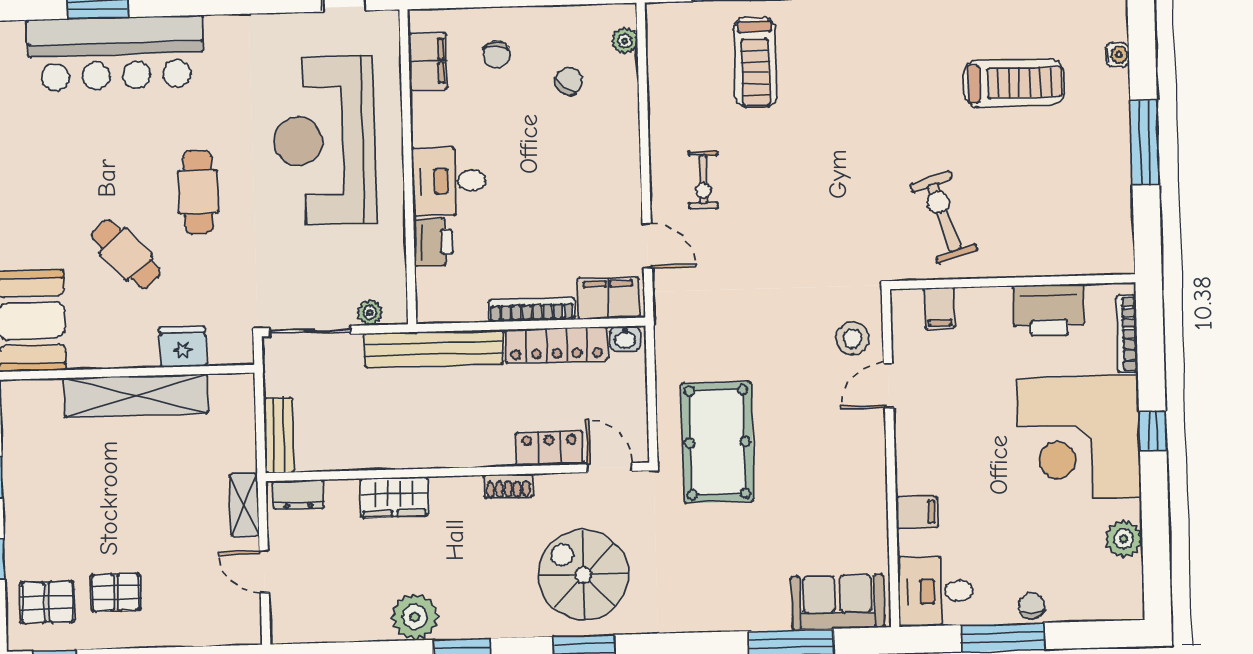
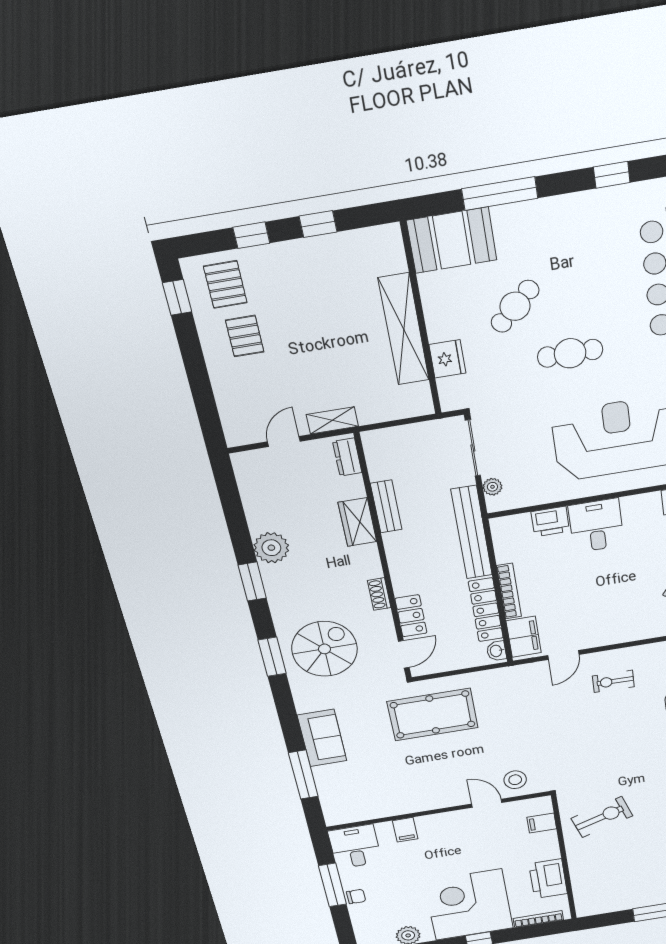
bench: (279, 435) -> (386, 507), moved, turned 90
sofa: (837, 602) -> (322, 738), moved

